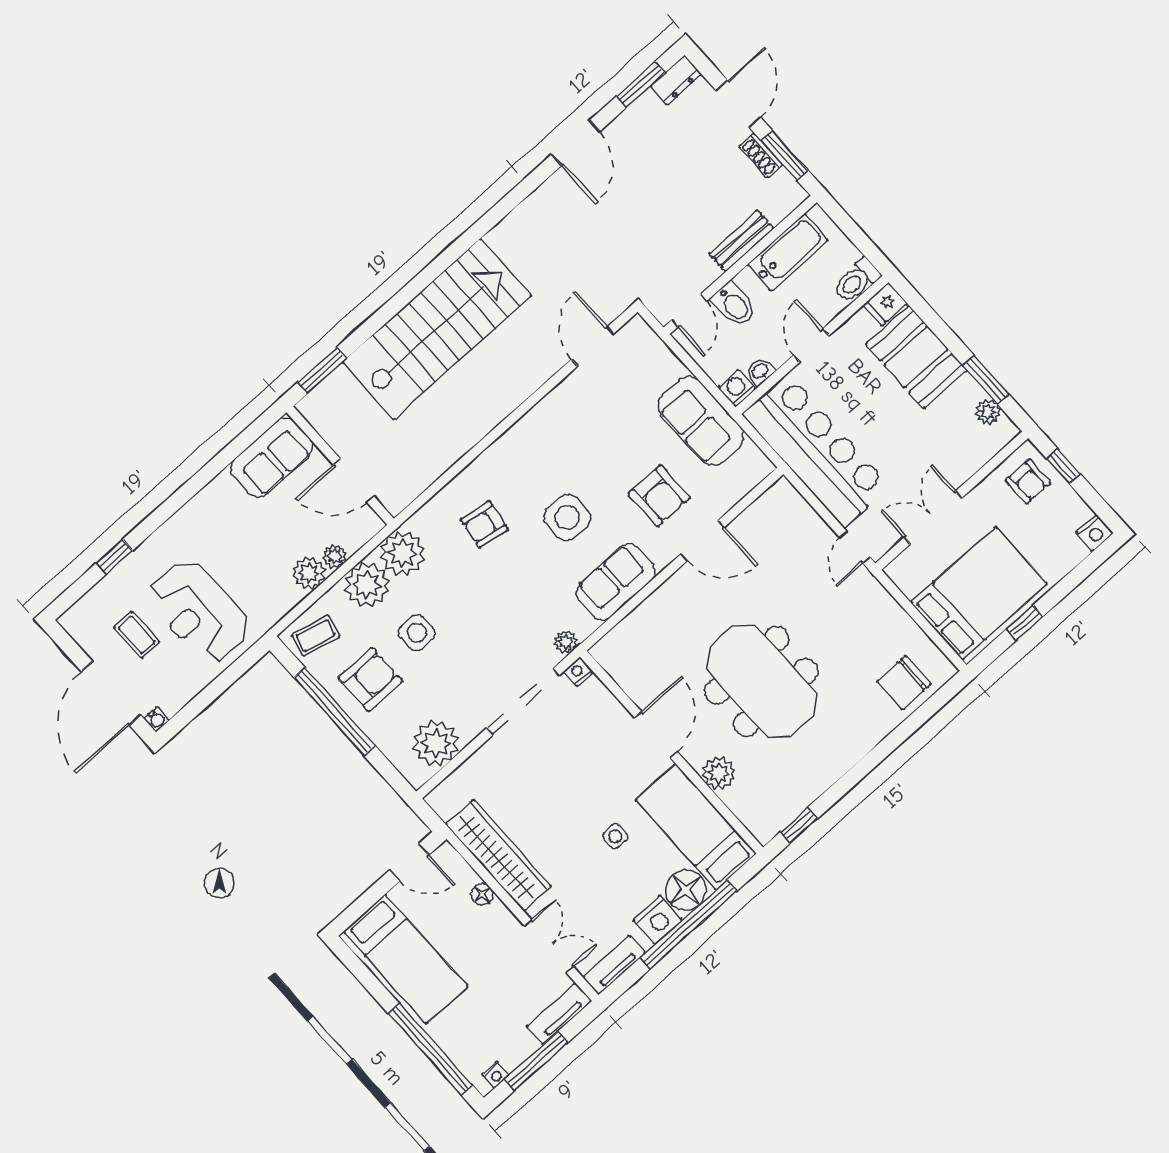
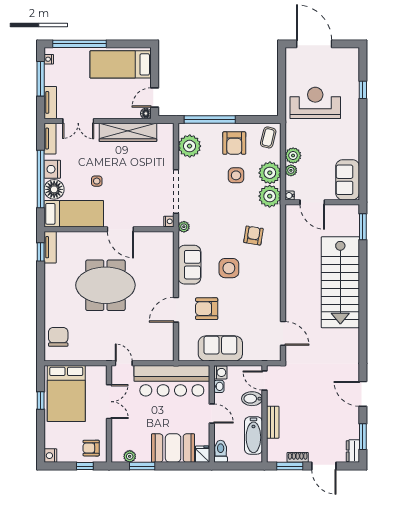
door: (354, 481) -> (312, 202), swing flipped
coffee table: (137, 635) -> (327, 72), removed
window: (334, 712) -> (210, 119), moved
water cooler: (157, 719) -> (290, 196), moved
plant: (719, 773) -> (86, 240), removed
tv unit: (779, 817) -> (50, 247), added
floor lamp: (482, 894) -> (146, 114), moved

